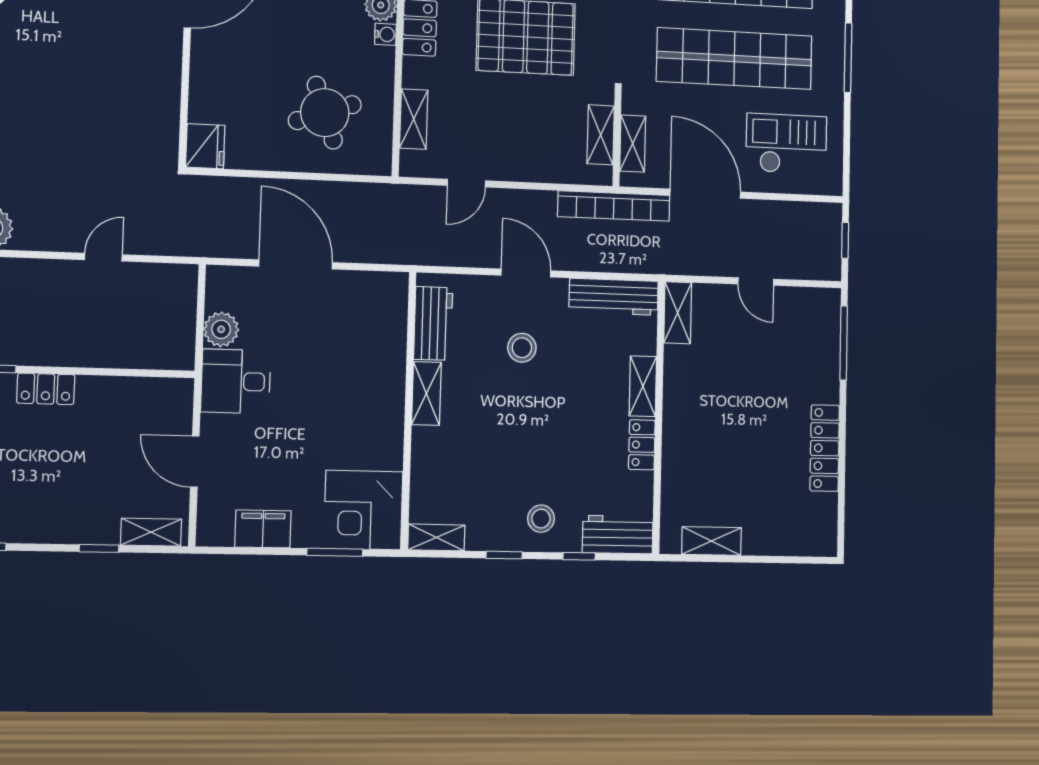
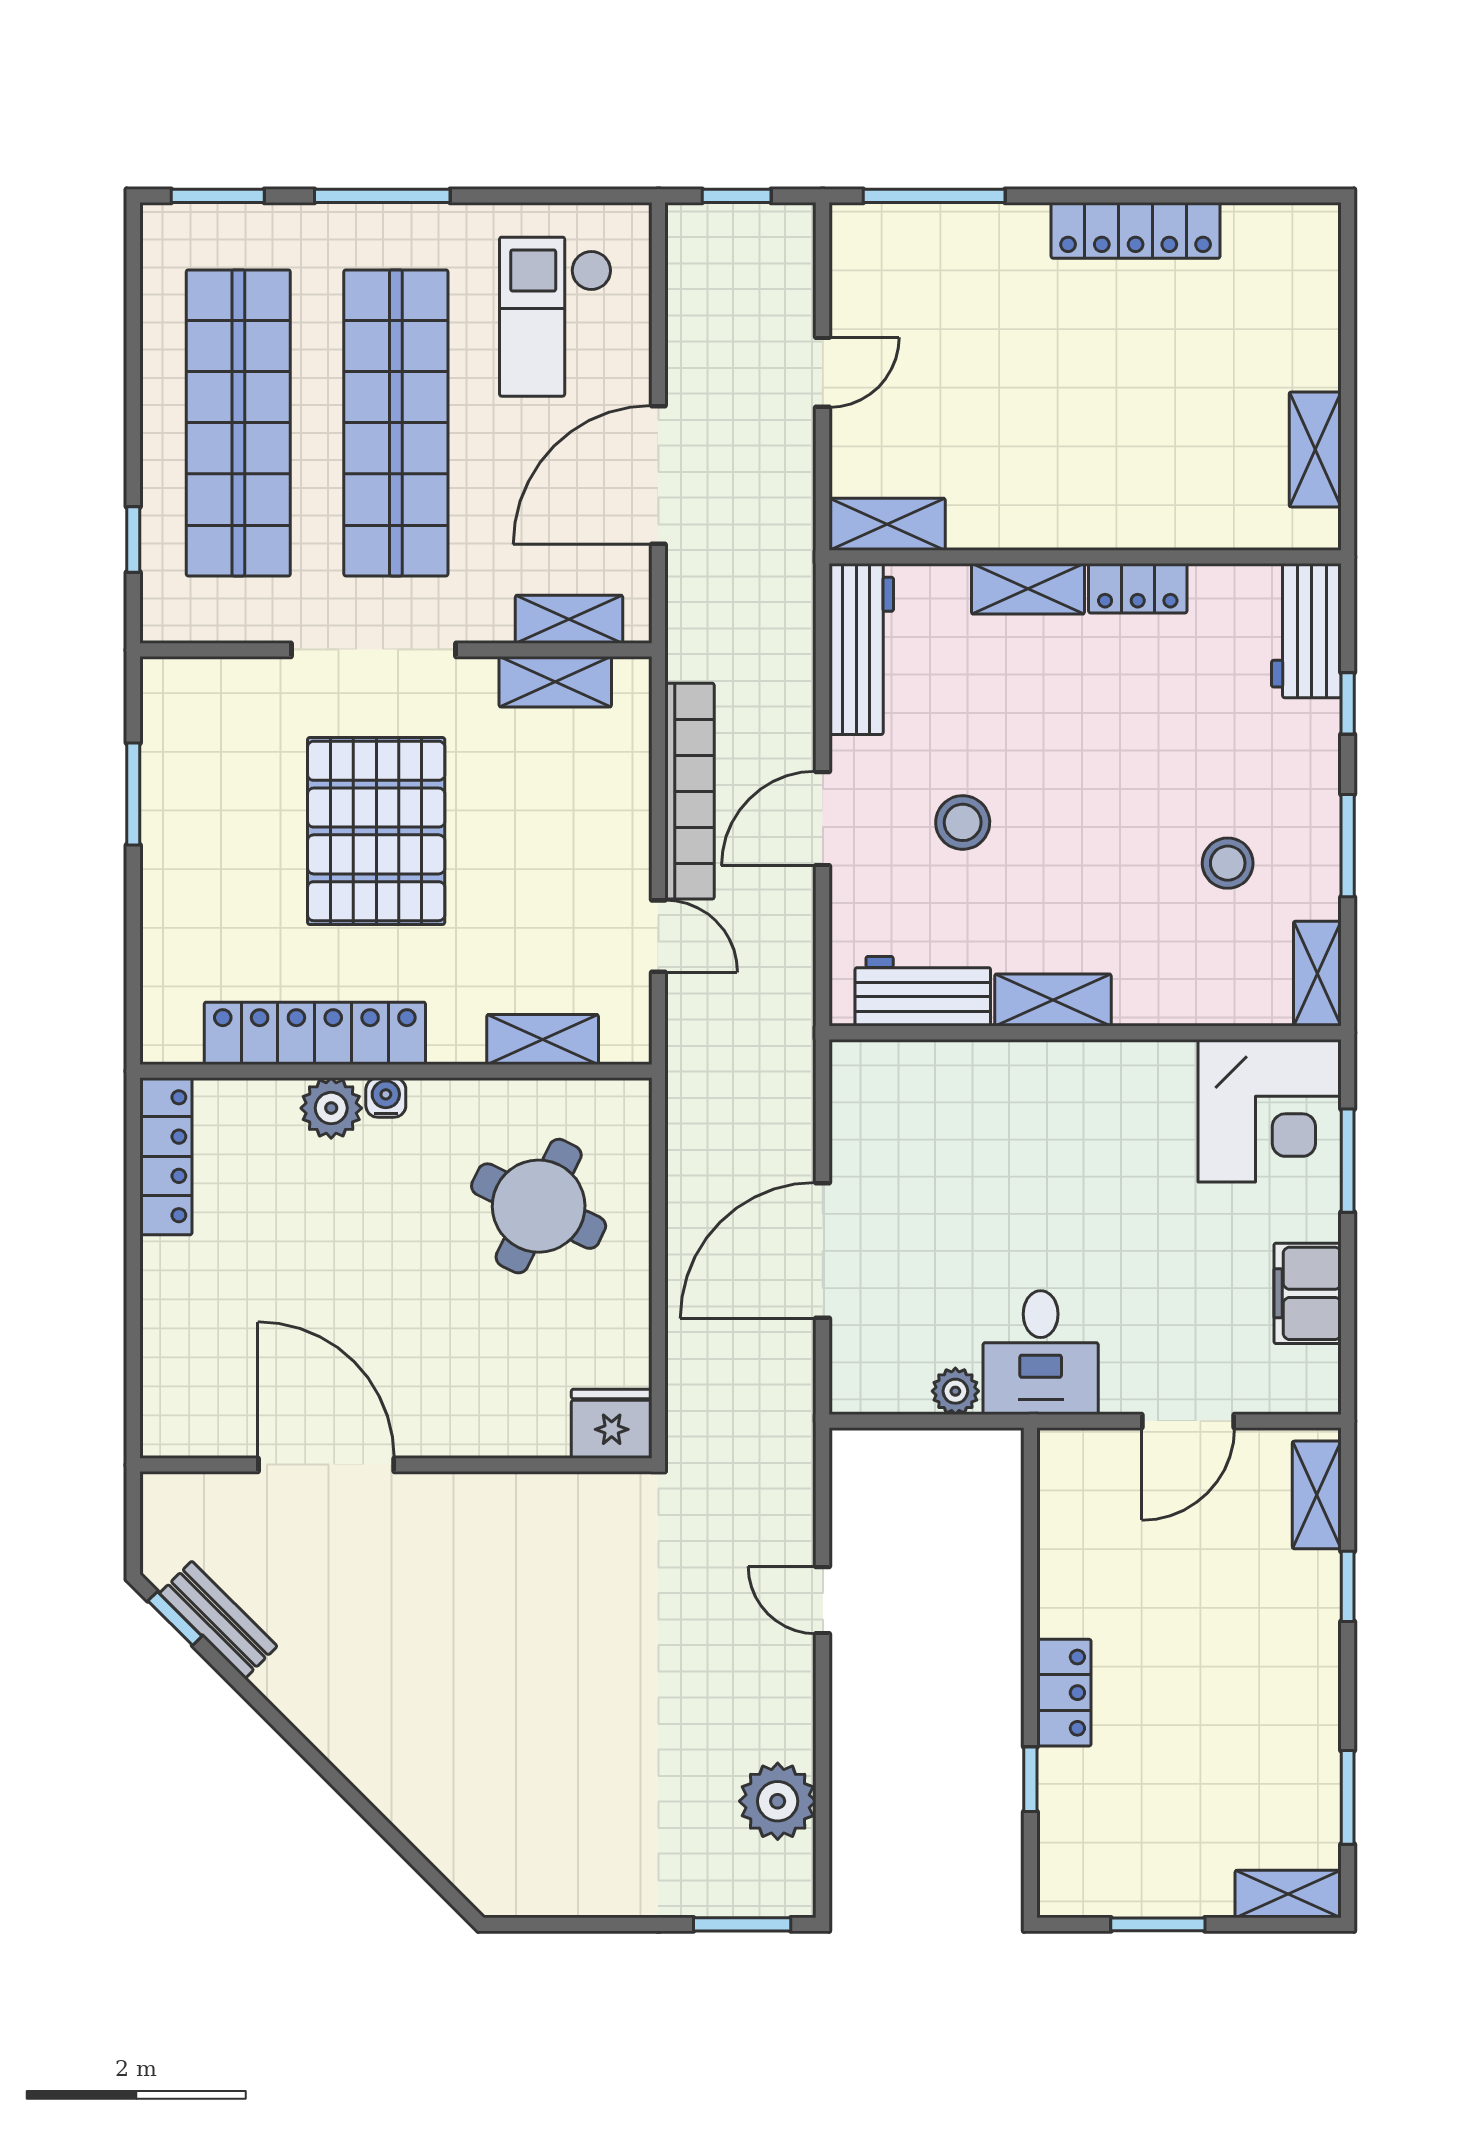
round table: (325, 113) -> (539, 1206), turned 45
bookcase: (614, 206) -> (690, 791), moved
plant: (221, 329) -> (955, 1391), width x0.73, depth x0.73
stool: (541, 519) -> (1228, 863), moved
window: (504, 555) -> (1348, 846), width x1.50

